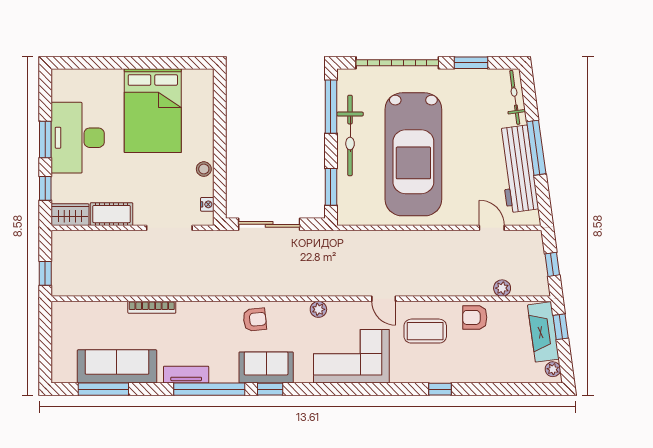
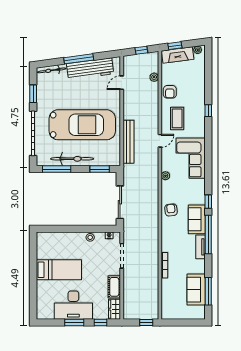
bed: (153, 111) -> (59, 270), width x0.67
bench: (382, 240) -> (128, 142), added
sofa: (117, 366) -> (196, 290), width x0.73
sofa: (266, 368) -> (197, 219), moved

